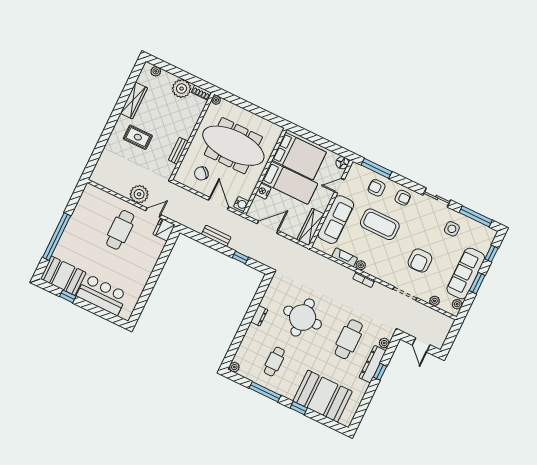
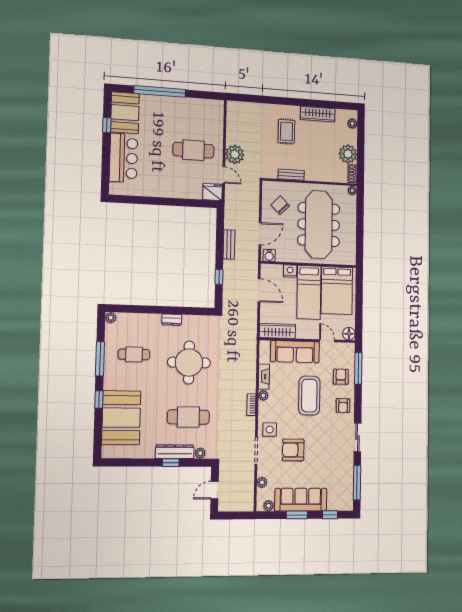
side table: (452, 229) -> (270, 430), moved

